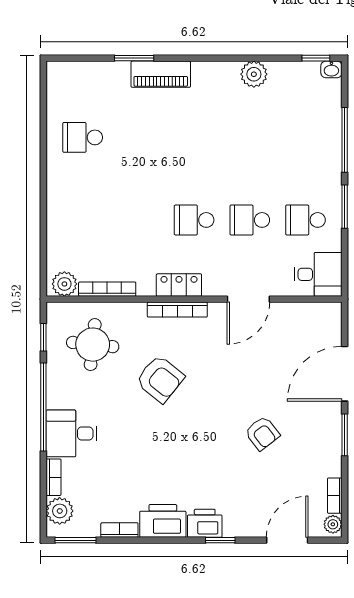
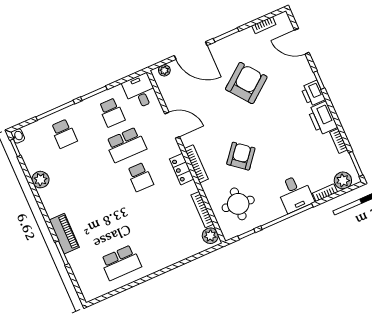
school desk: (83, 137) -> (121, 263), width x1.85
school desk: (305, 137) -> (64, 134), added
school desk: (250, 220) -> (126, 145), width x1.85
armchair: (262, 433) -> (246, 83), width x1.88, depth x1.88
plant: (333, 524) -> (164, 70), moved

